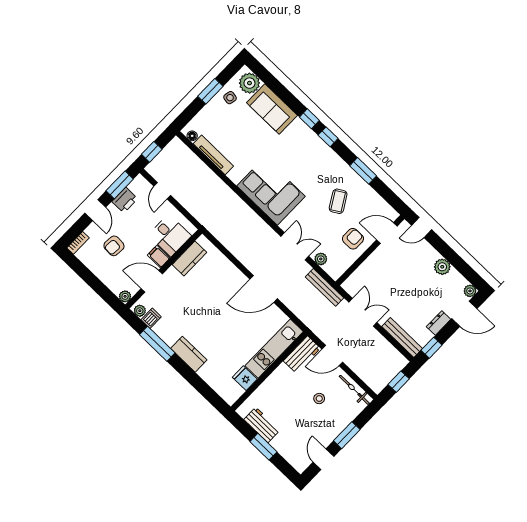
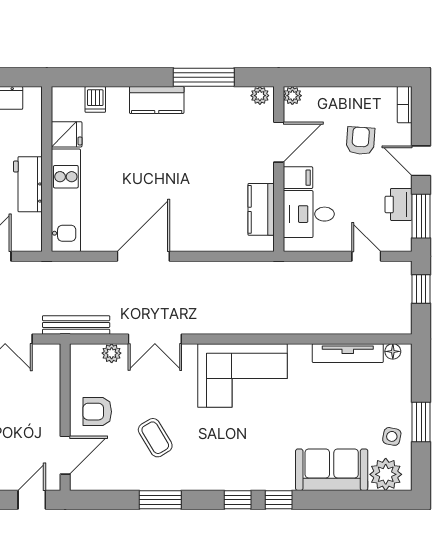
armchair: (353, 239) -> (97, 412), turned 90
dishwasher: (151, 318) -> (95, 99), moved
workbench: (302, 355) -> (28, 184), moved

